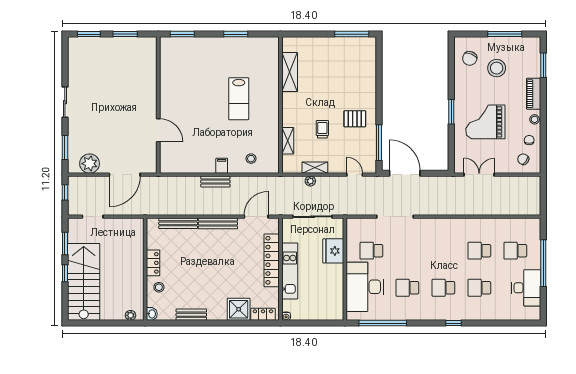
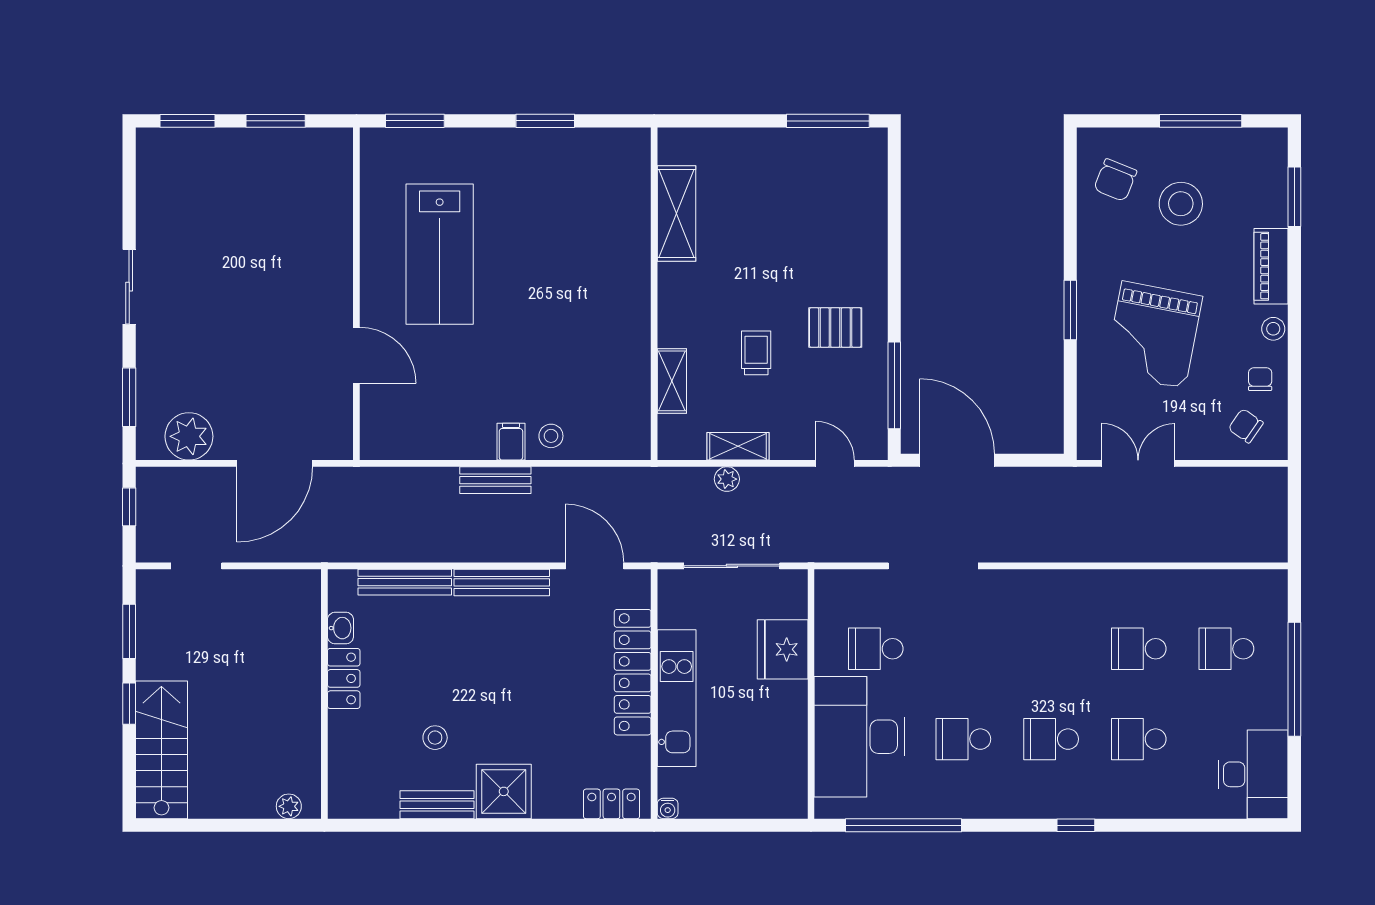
lab bench: (239, 99) -> (440, 254), moved, width x1.36, depth x1.39
grand piano: (485, 122) -> (1153, 335), turned -79
stool: (251, 159) -> (551, 436), moved
door: (256, 217) -> (595, 566), hinge flipped
stairs: (84, 282) -> (161, 750), width x0.73, depth x0.66
stool: (159, 287) -> (435, 738), moved
desk: (526, 288) -> (1253, 774), moved
shower: (239, 309) -> (504, 791), moved
washbasin: (152, 314) -> (340, 628), moved

